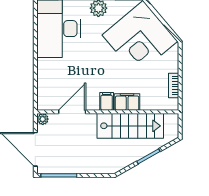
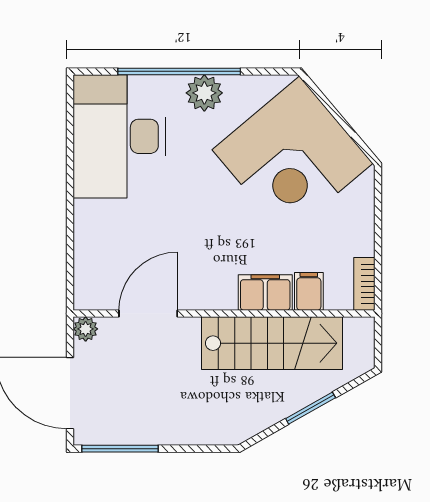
bookcase: (174, 86) -> (364, 284), moved
filing cabinet: (107, 101) -> (309, 291), moved

